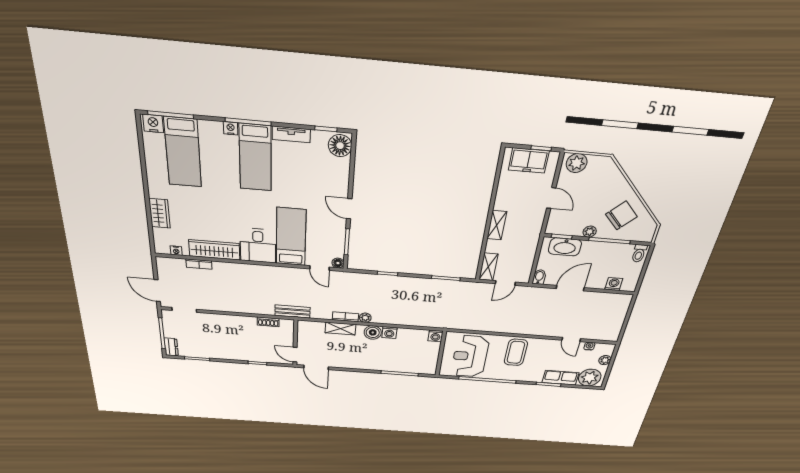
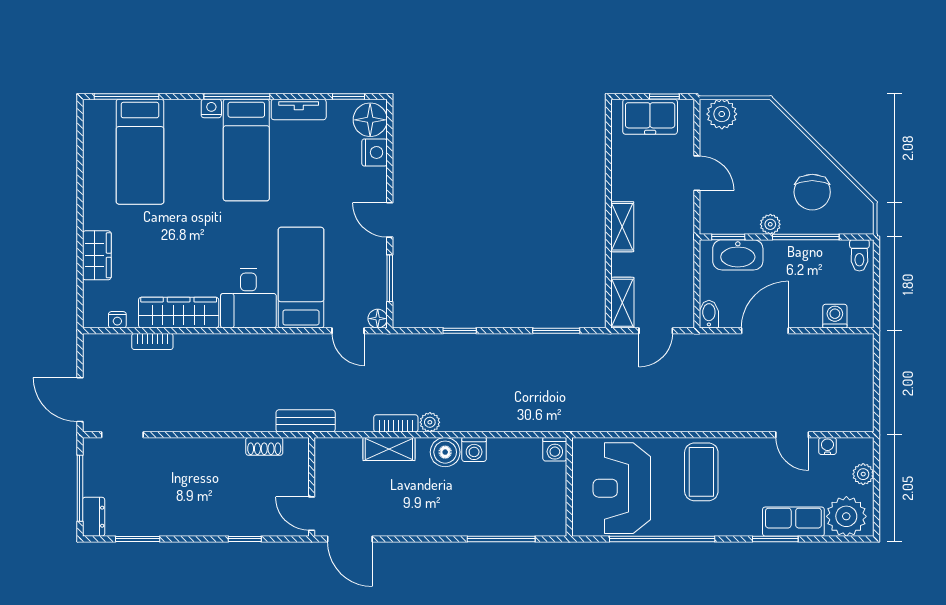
nightstand: (153, 123) -> (374, 152), moved, turned 90
chair: (621, 215) -> (812, 192), turned 135

